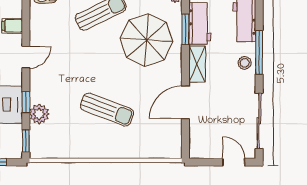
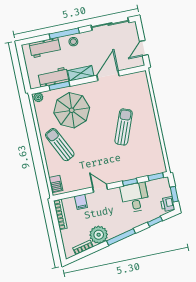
door: (185, 102) -> (108, 76), swing flipped
plant: (39, 114) -> (136, 171), removed
door: (234, 162) -> (144, 48), moved

